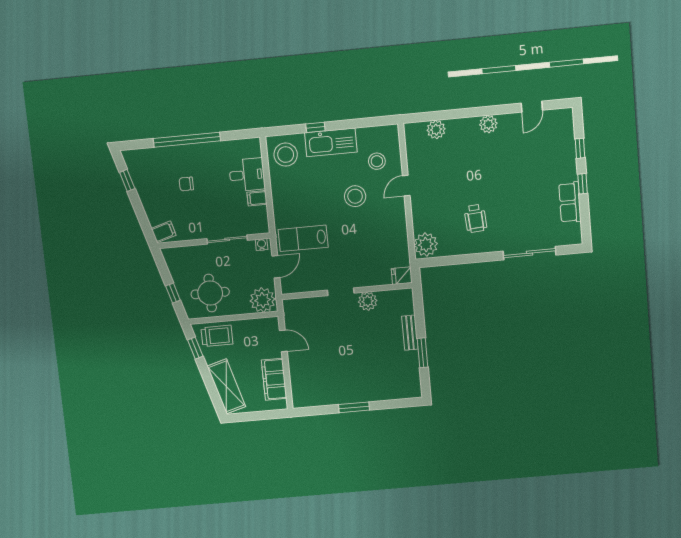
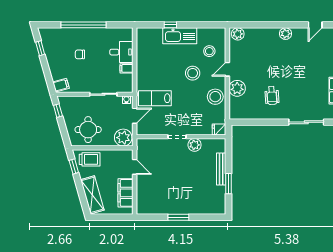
plant: (436, 130) -> (238, 34), moved
stool: (286, 155) -> (215, 97), moved
plant: (426, 245) -> (237, 88), moved
window: (173, 293) -> (58, 111), moved
bench: (410, 333) -> (221, 169), width x1.36

